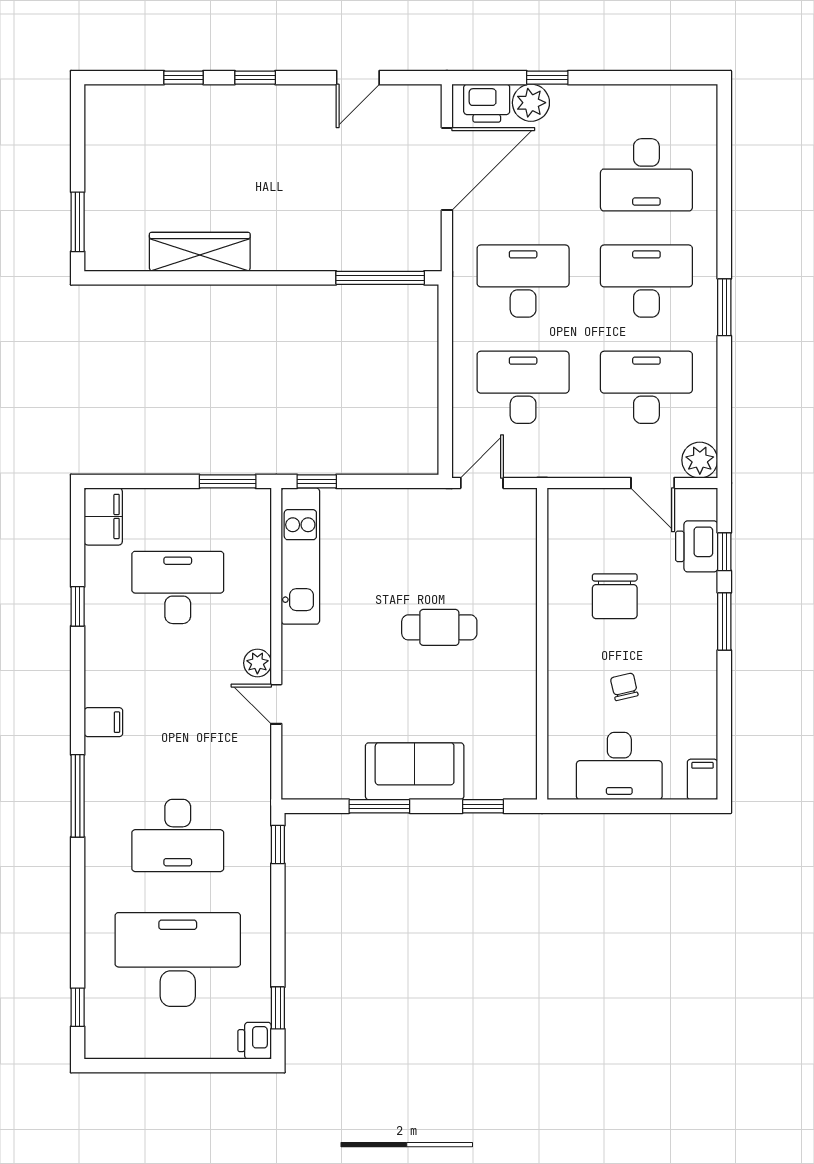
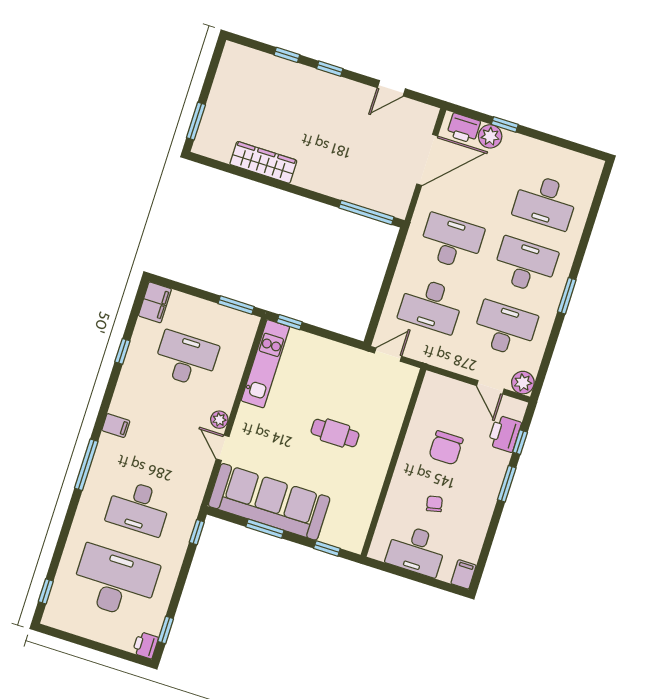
desk: (523, 387) -> (431, 305), turned 180
sofa: (415, 771) -> (269, 502), width x1.85, depth x1.27

